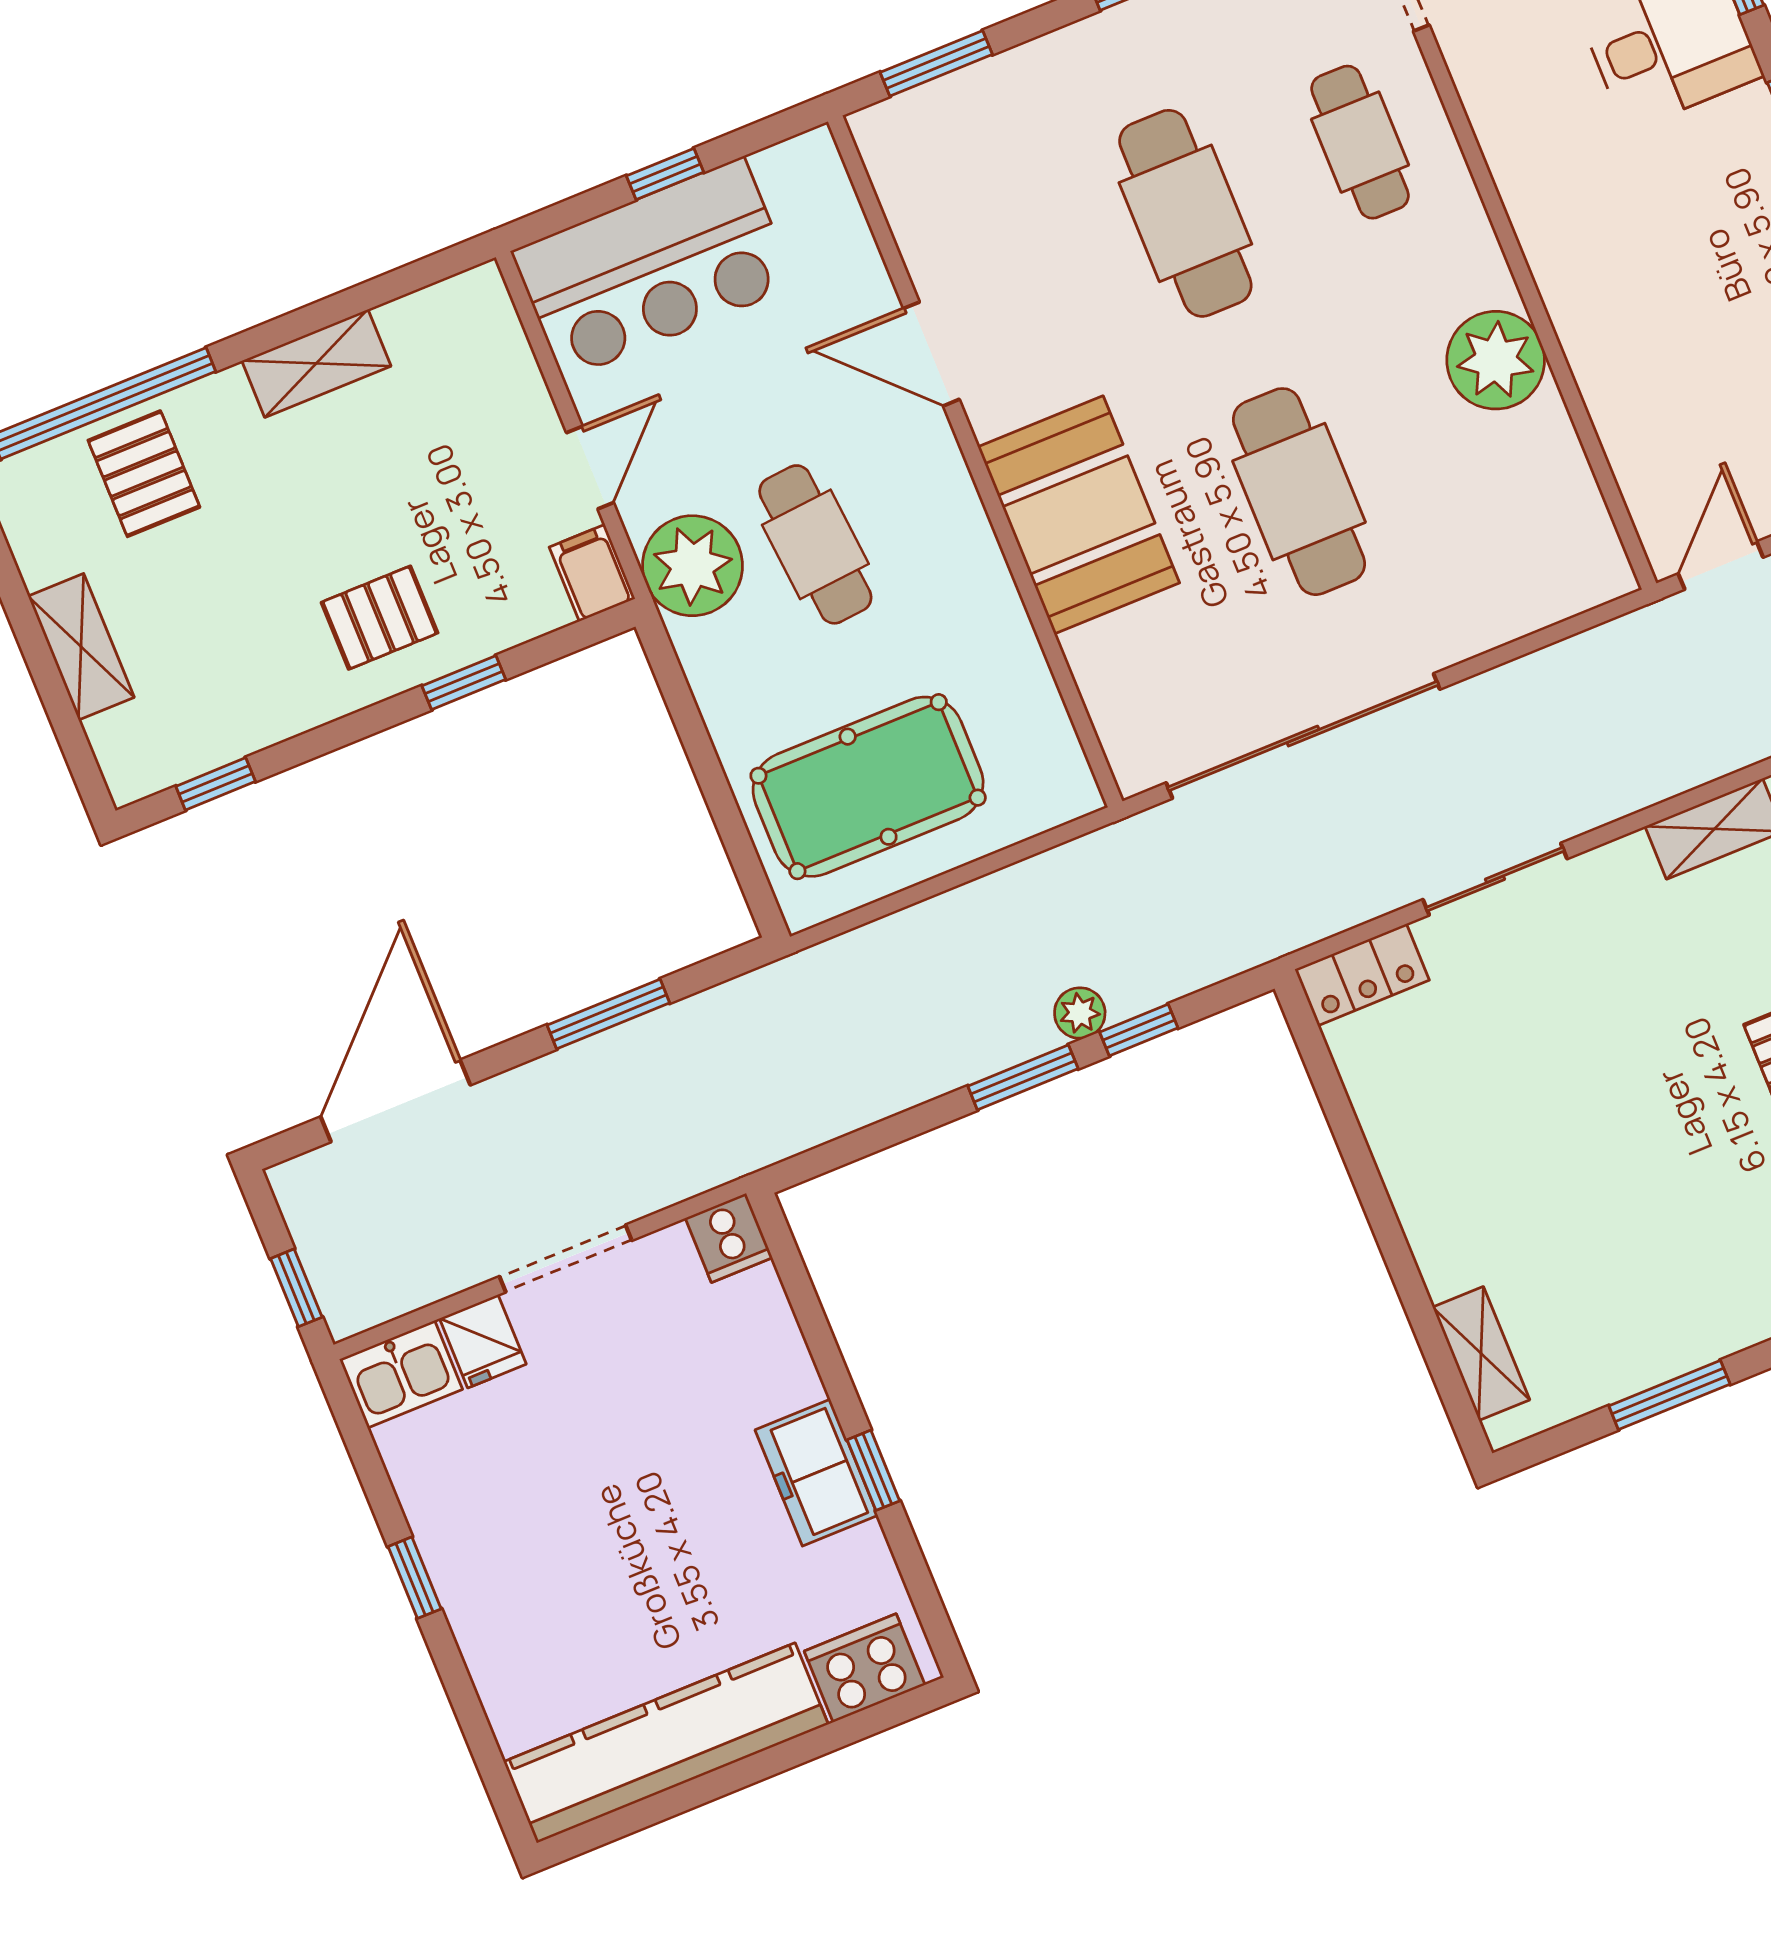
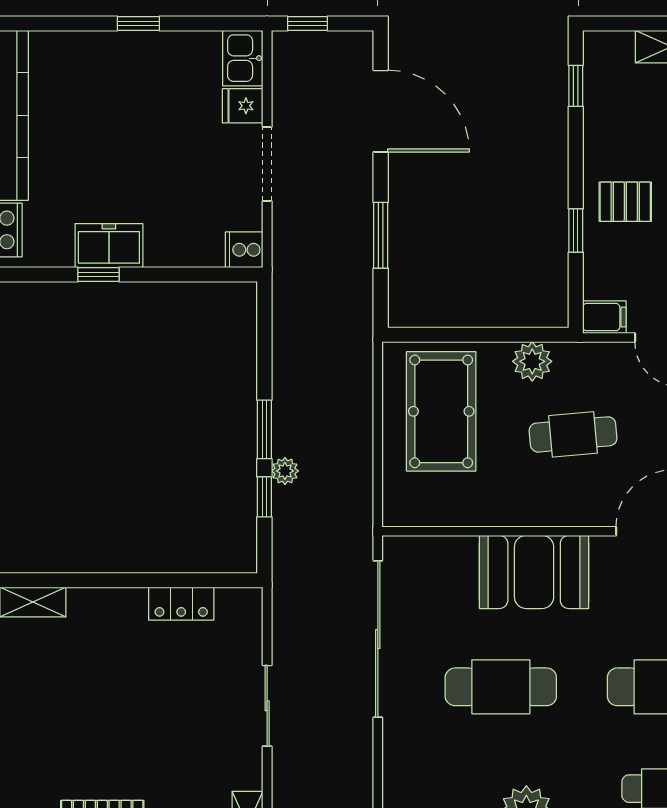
plant: (692, 566) -> (532, 361), moved, width x0.73, depth x0.73
pallet: (380, 618) -> (625, 202), turned 90
locker: (1362, 975) -> (181, 604), moved, turned -90

